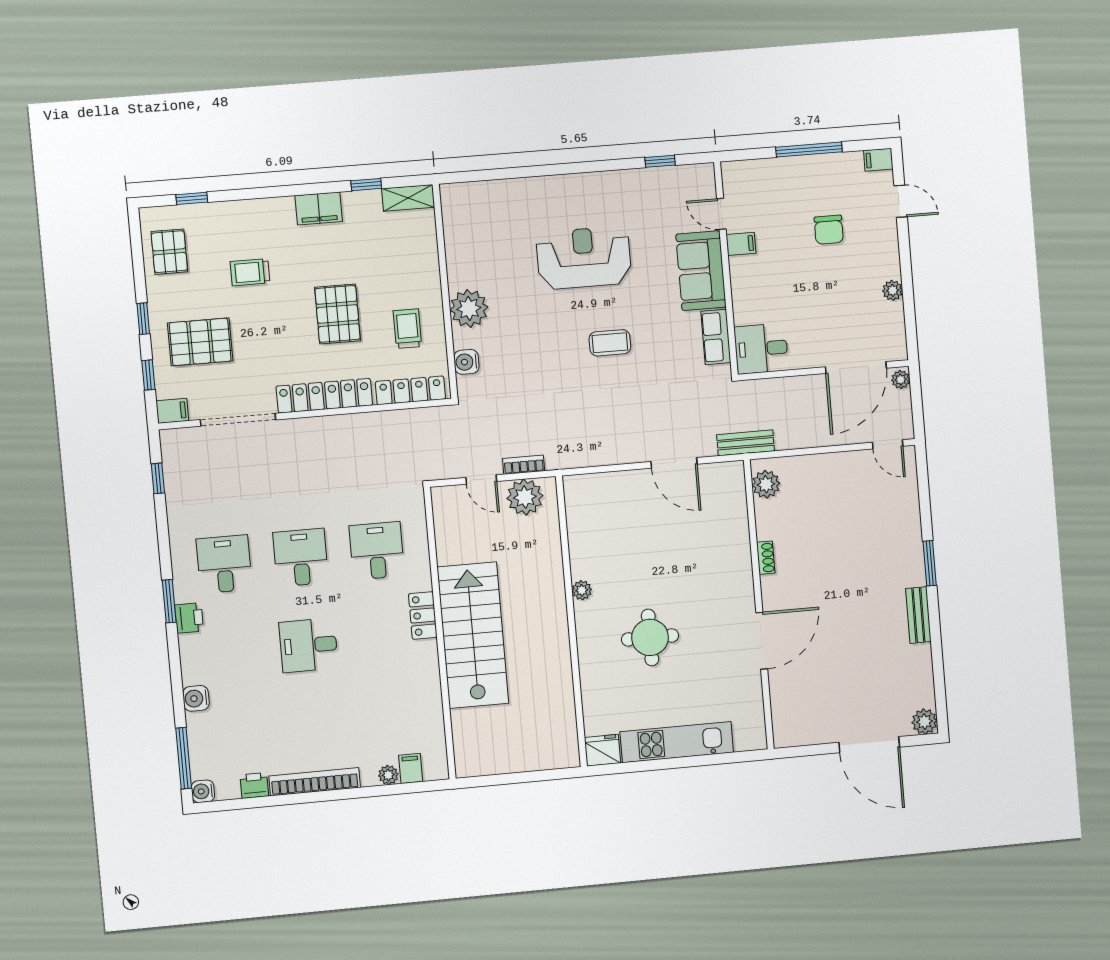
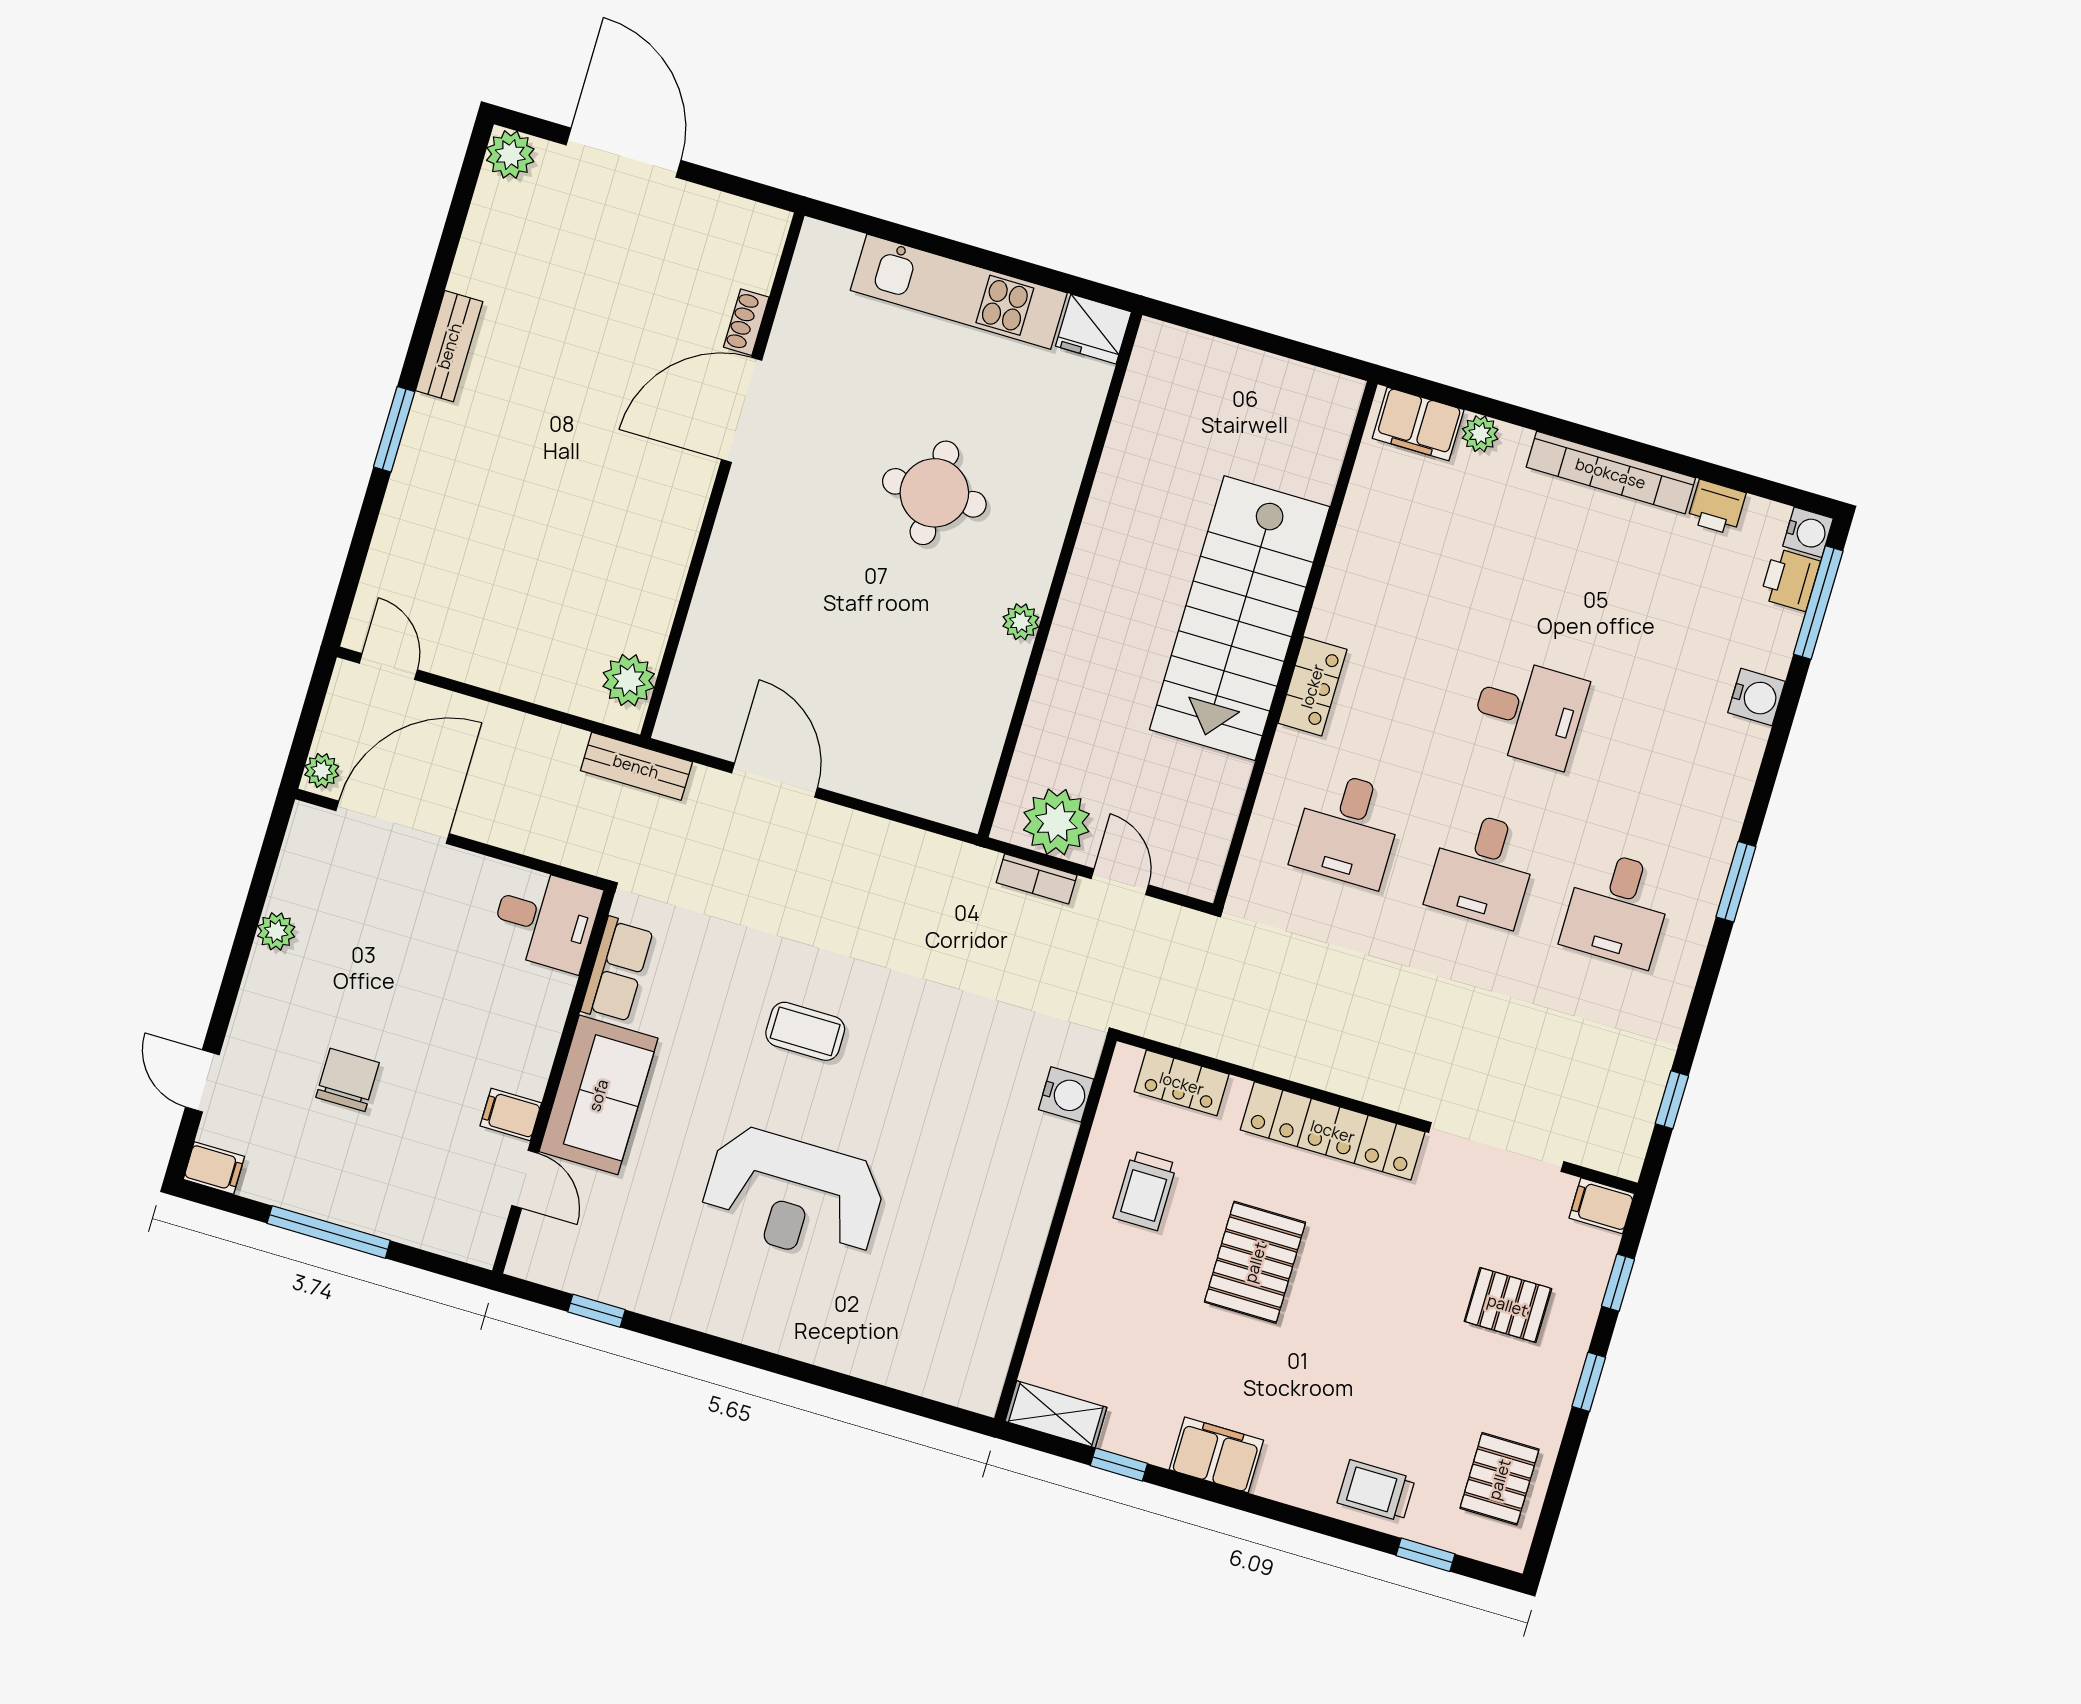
trolley: (250, 272) -> (1376, 1491), moved, turned 180
plant: (469, 309) -> (1026, 1185), removed
pallet: (200, 342) -> (1508, 1305), width x0.67, depth x0.71
locker: (410, 390) -> (1182, 1083), width x0.66
shoe rack: (766, 558) -> (746, 322), moved
printer: (189, 618) -> (1790, 580), moved
filing cabinet: (411, 768) -> (1418, 424), width x2.00

